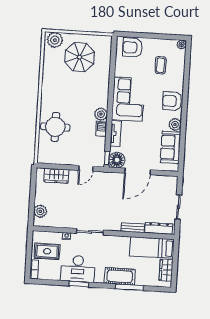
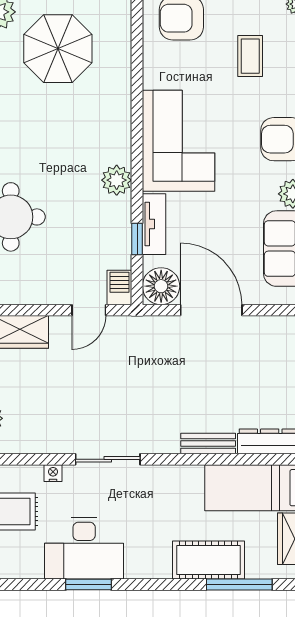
barbecue: (101, 129) -> (119, 287), moved
window: (107, 158) -> (137, 239), moved
door: (138, 171) -> (211, 310), swing flipped
cot: (120, 276) -> (208, 560), moved
window: (130, 287) -> (239, 584), moved

